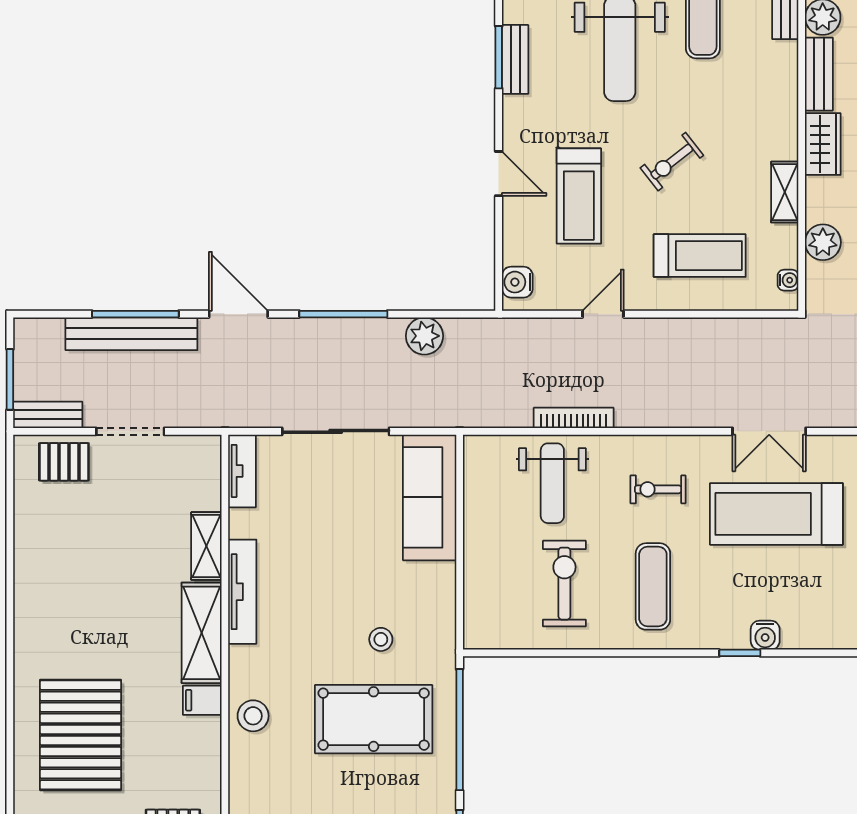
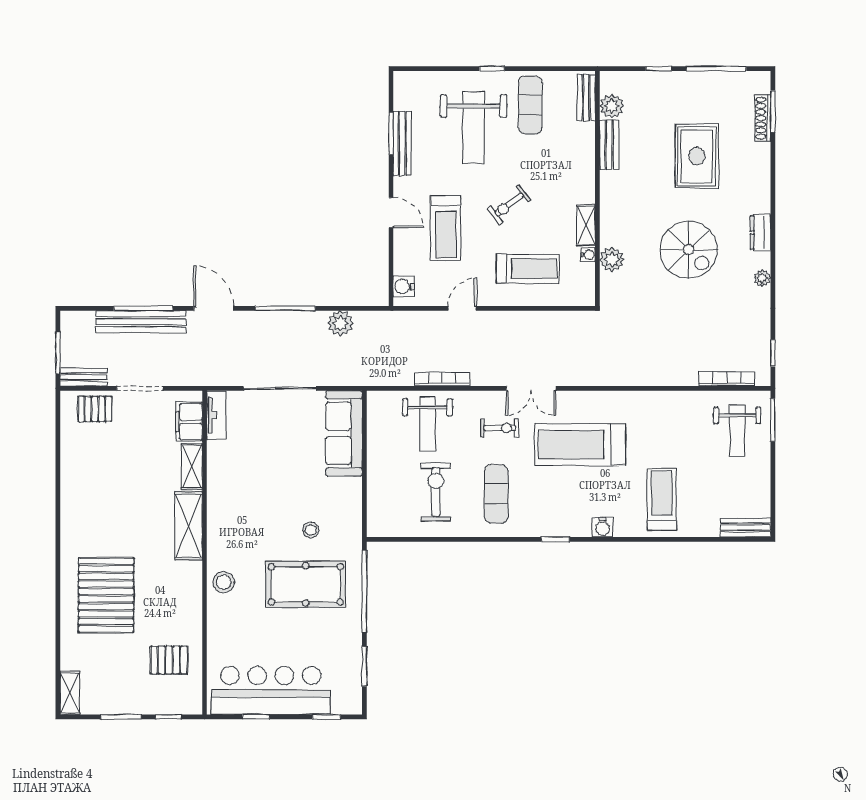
bench: (515, 59) -> (402, 143), width x1.36
wardrobe: (823, 144) -> (612, 193), removed
water cooler: (788, 280) -> (588, 255), moved
double door: (769, 431) -> (531, 388), moved
exercise bike: (658, 489) -> (500, 428), turned 180
tv unit: (242, 592) -> (216, 498), removed
water cooler: (765, 635) -> (603, 527), moved
filing cabinet: (202, 700) -> (189, 422), moved, width x2.00

